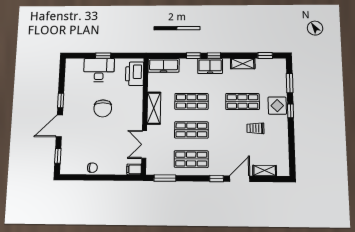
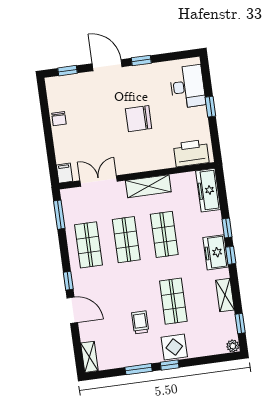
plant: (281, 63) -> (233, 346), added
desk: (99, 70) -> (187, 87), moved
window: (290, 83) -> (139, 369), moved
shelving: (265, 171) -> (89, 357), moved

